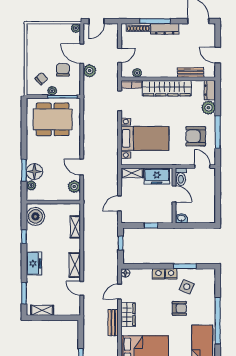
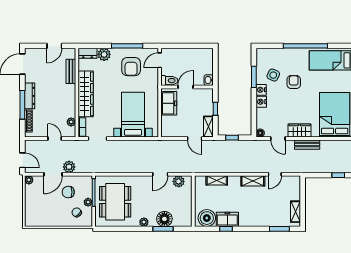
shelving: (132, 173) -> (208, 127), moved
plant: (31, 185) -> (144, 222), moved
freezer: (34, 263) -> (227, 219), moved

